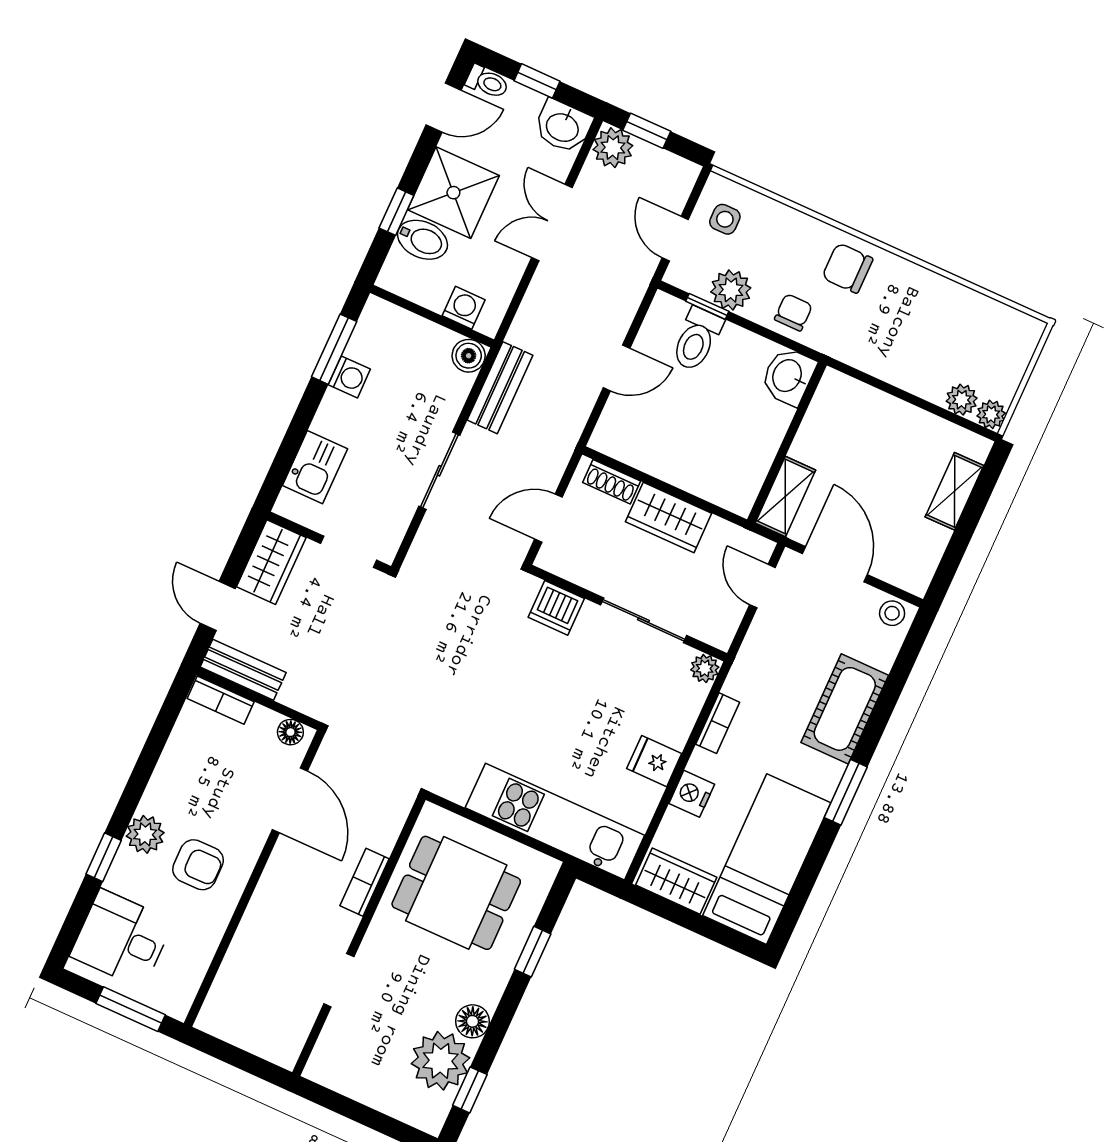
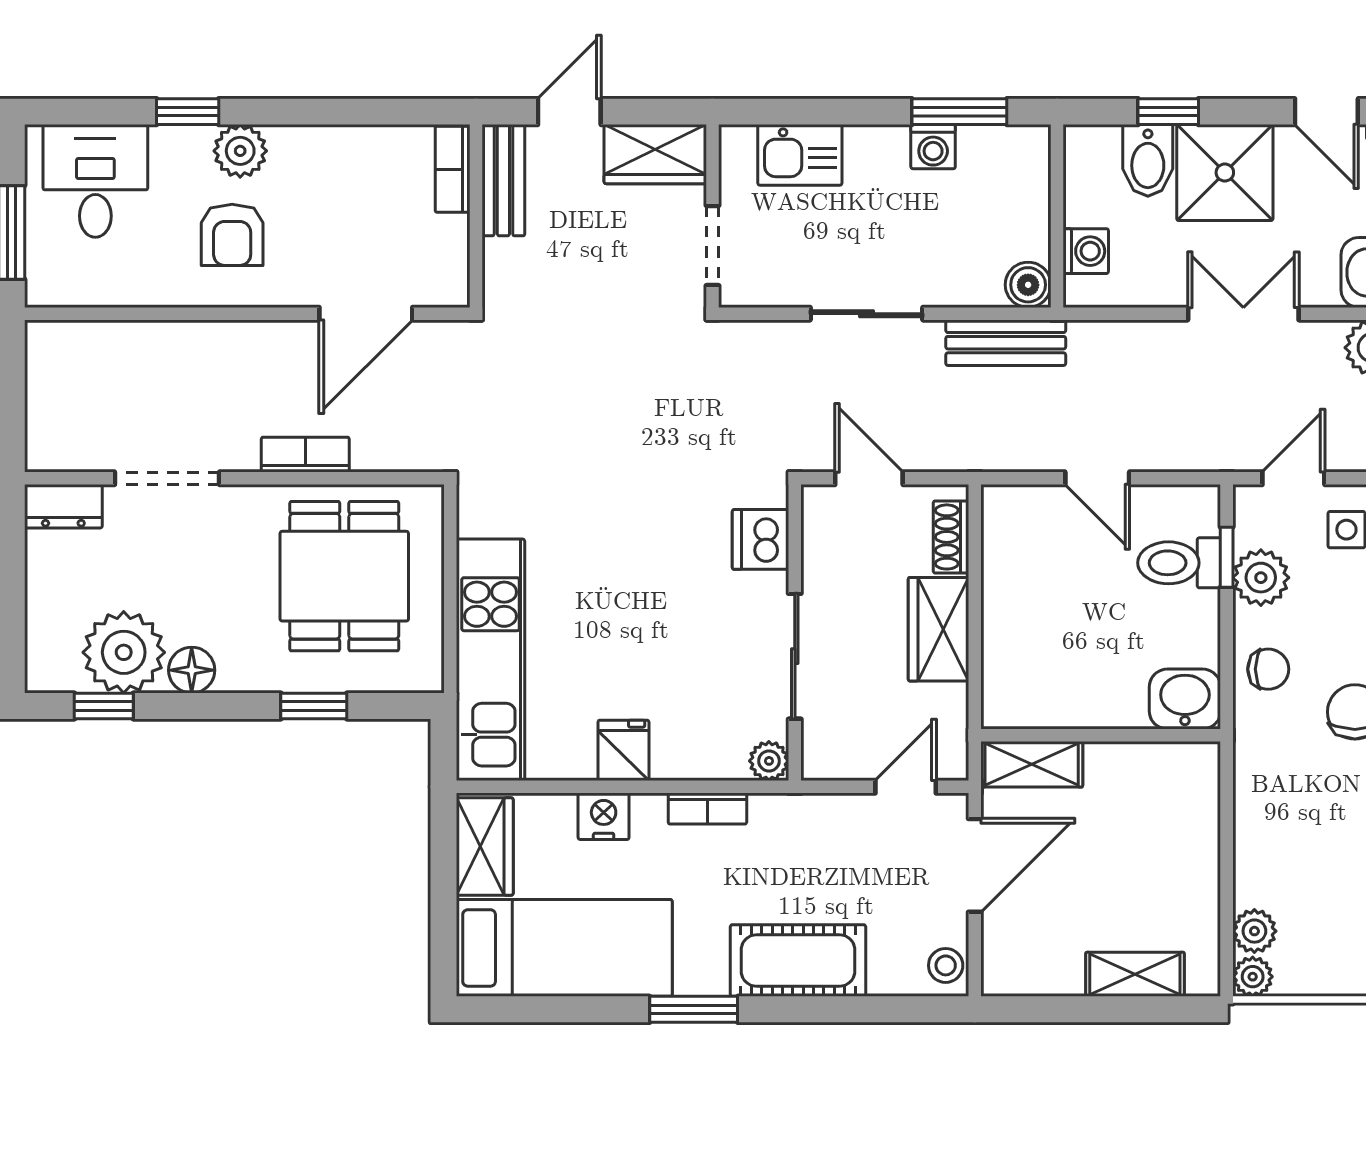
floor lamp: (290, 732) -> (452, 275), removed
doorway: (339, 980) -> (167, 478), width x1.38
dresser: (326, 1057) -> (63, 506), added

